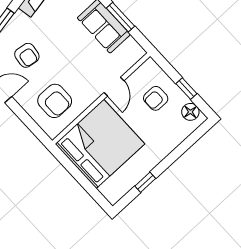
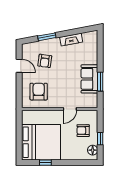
armchair: (55, 101) -> (39, 92), turned 180
bed: (100, 144) -> (41, 142), moved

